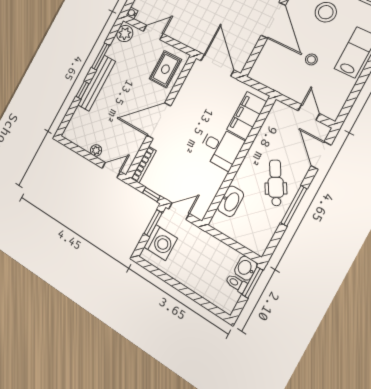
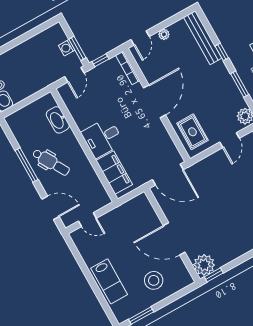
stool: (311, 59) -> (125, 247), removed
bench: (97, 83) -> (203, 38), moved
washing machine: (161, 243) -> (67, 48), width x0.53, depth x0.53

